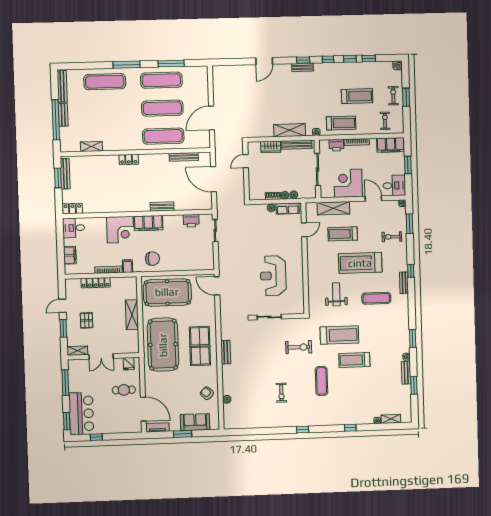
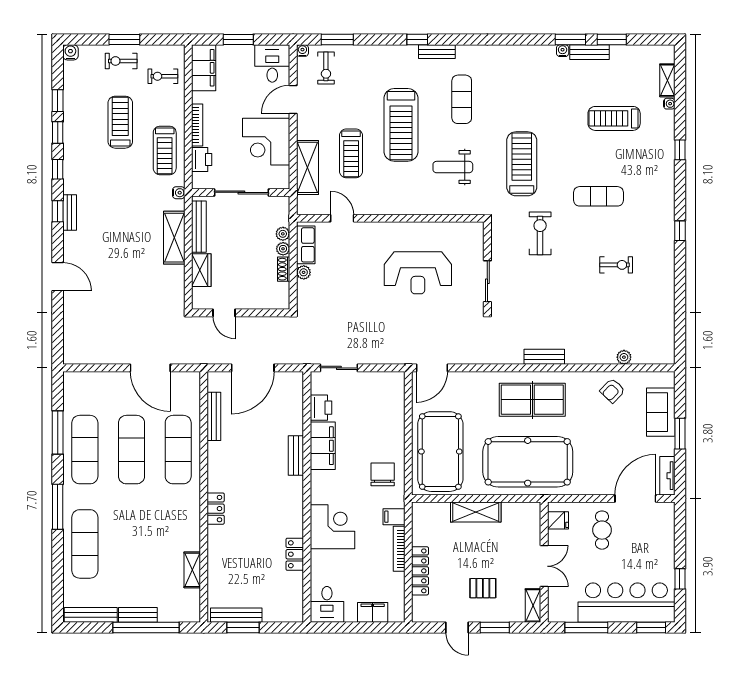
treadmill: (341, 123) -> (165, 150), turned 180
locker: (72, 209) -> (295, 554), moved
filing cabinet: (148, 223) -> (323, 446), moved
exercise bike: (392, 237) -> (326, 68), moved
window: (413, 338) -> (570, 39), moved
treadmill: (354, 360) -> (614, 118), moved, turned 90
bar counter: (81, 414) -> (626, 603), width x1.36

